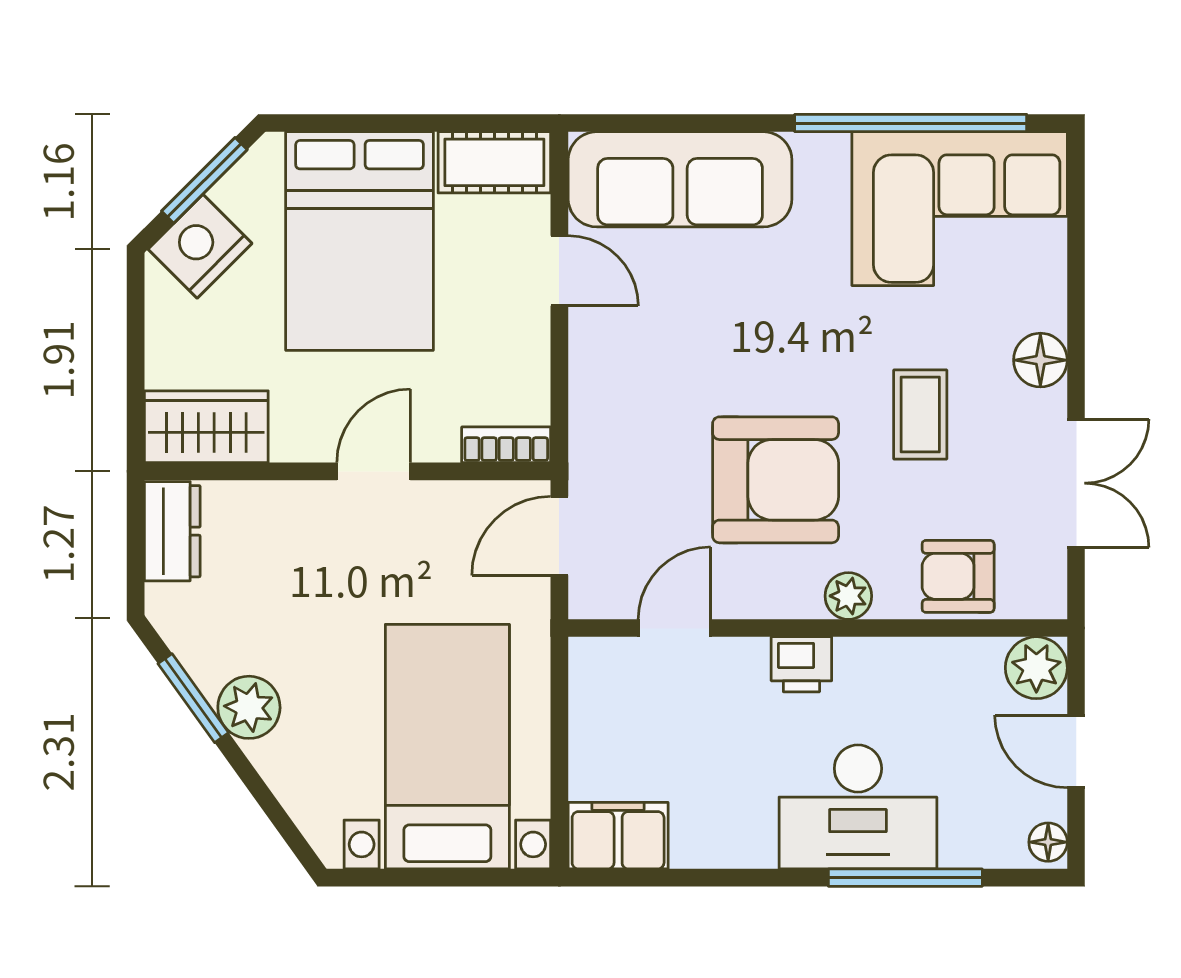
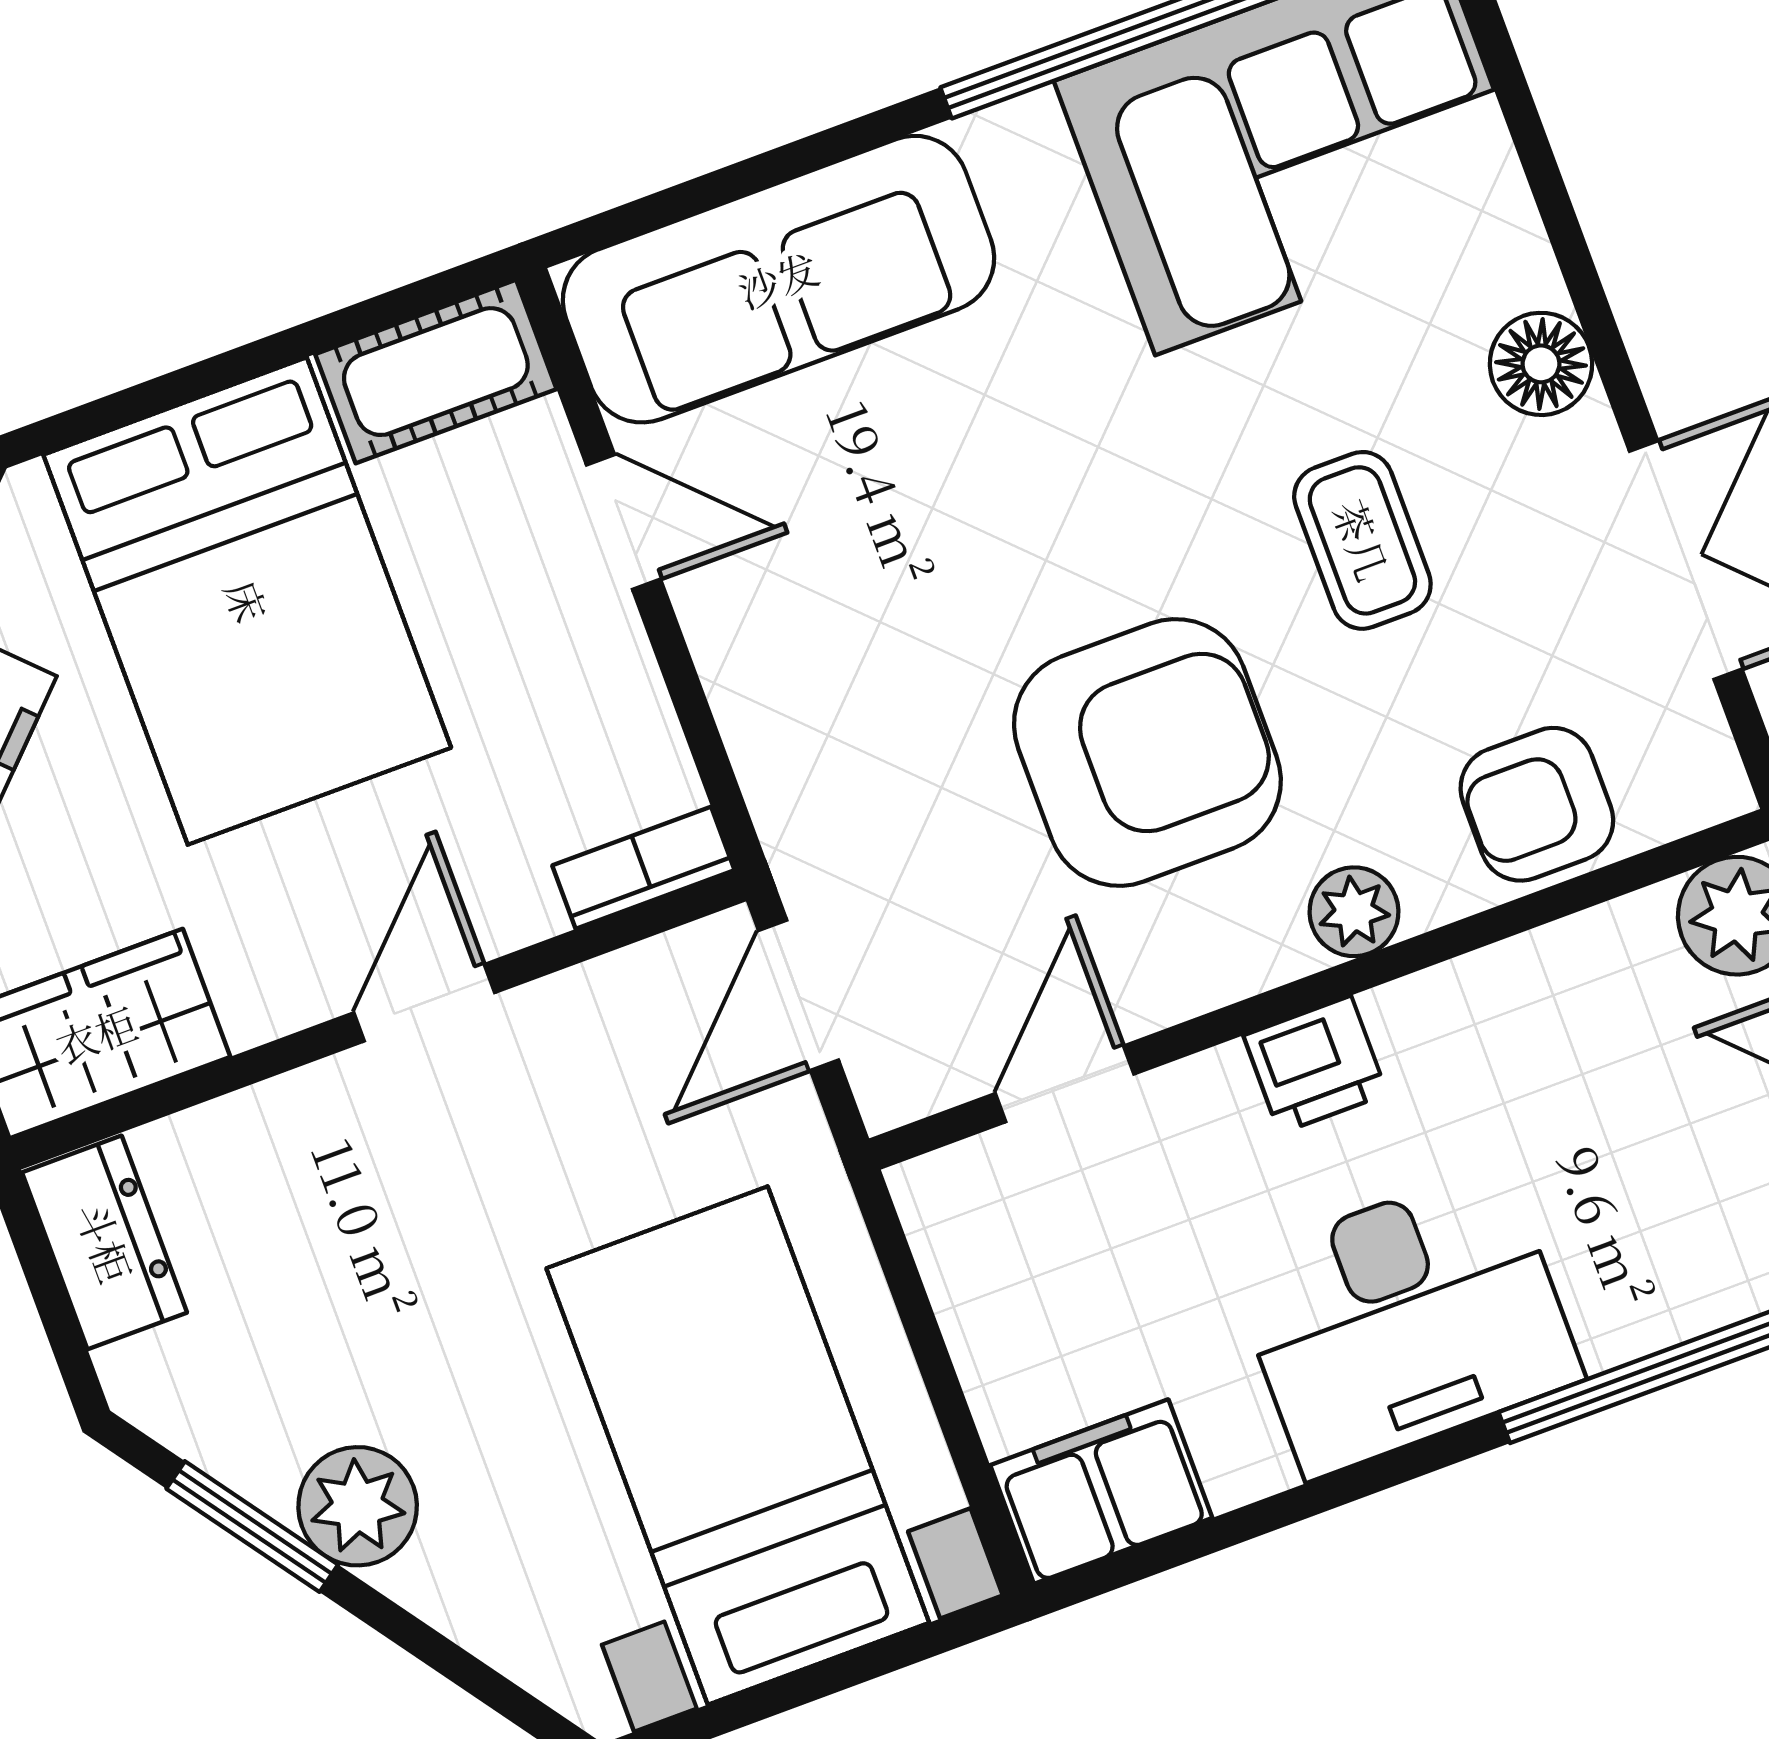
desk: (858, 807) -> (1405, 1321), moved

